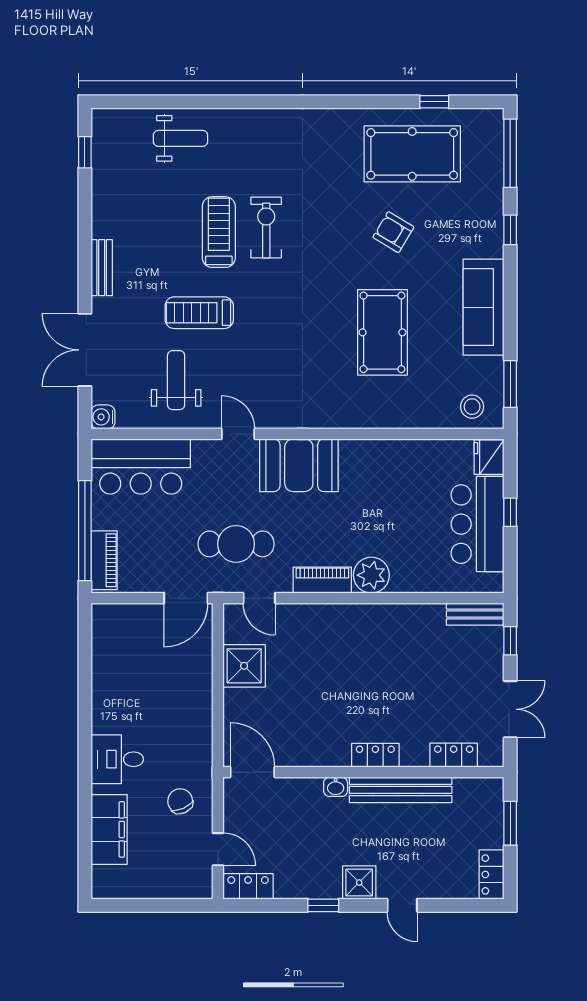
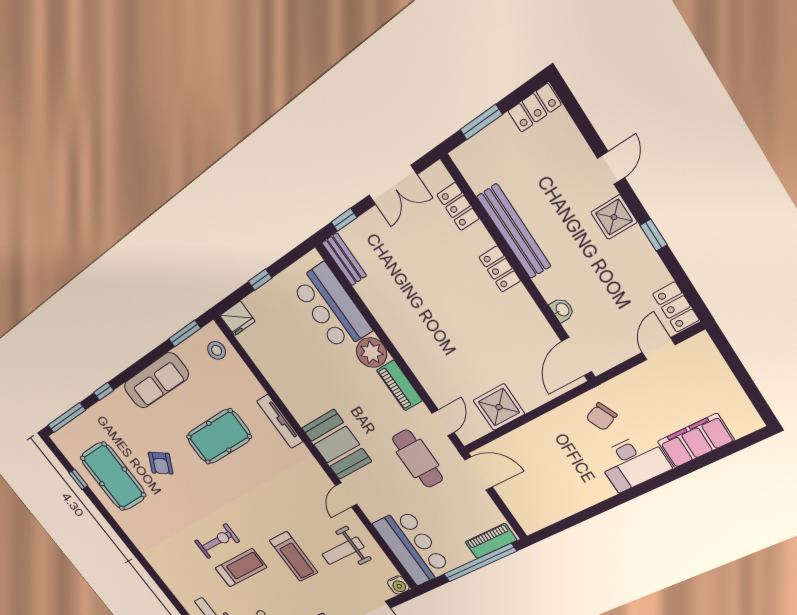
exercise bike: (266, 227) -> (217, 541), turned 180
treadmill: (219, 232) -> (241, 568), turned 180
tv unit: (359, 419) -> (280, 421), added
bar counter: (478, 524) -> (331, 307), moved, turned 90
double door: (510, 709) -> (393, 185), swing flipped
desk: (117, 759) -> (633, 462), width x1.37
washbasin: (336, 787) -> (562, 310), moved
chair: (180, 801) -> (601, 417), moved

